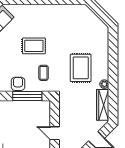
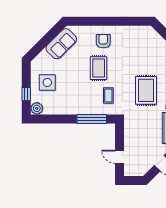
rug: (34, 46) -> (99, 68), turned 90
armchair: (18, 84) -> (103, 41), moved

